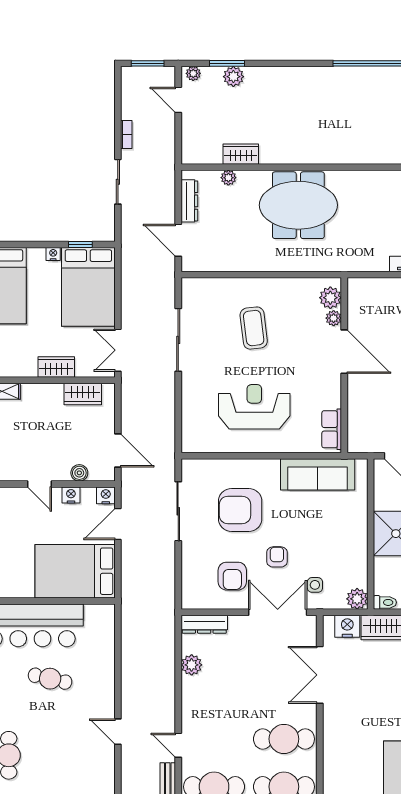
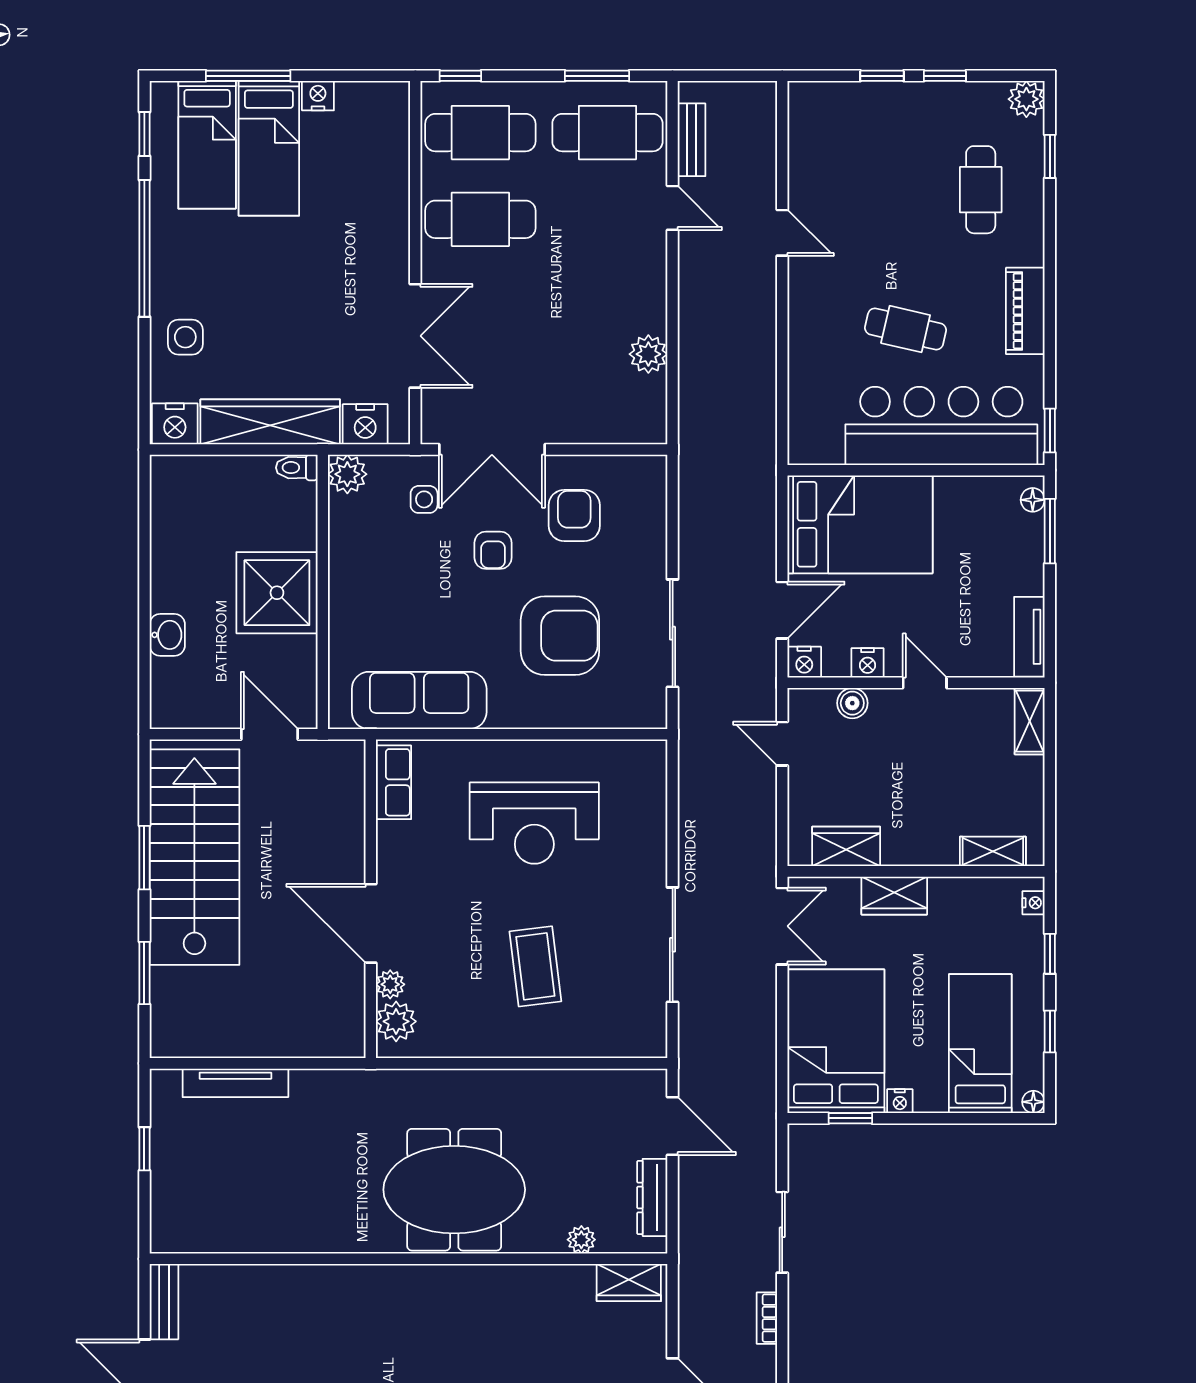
wardrobe: (241, 154) -> (629, 1283), moved
door: (118, 451) -> (782, 744), width x0.73
dresser: (204, 624) -> (625, 428), removed

